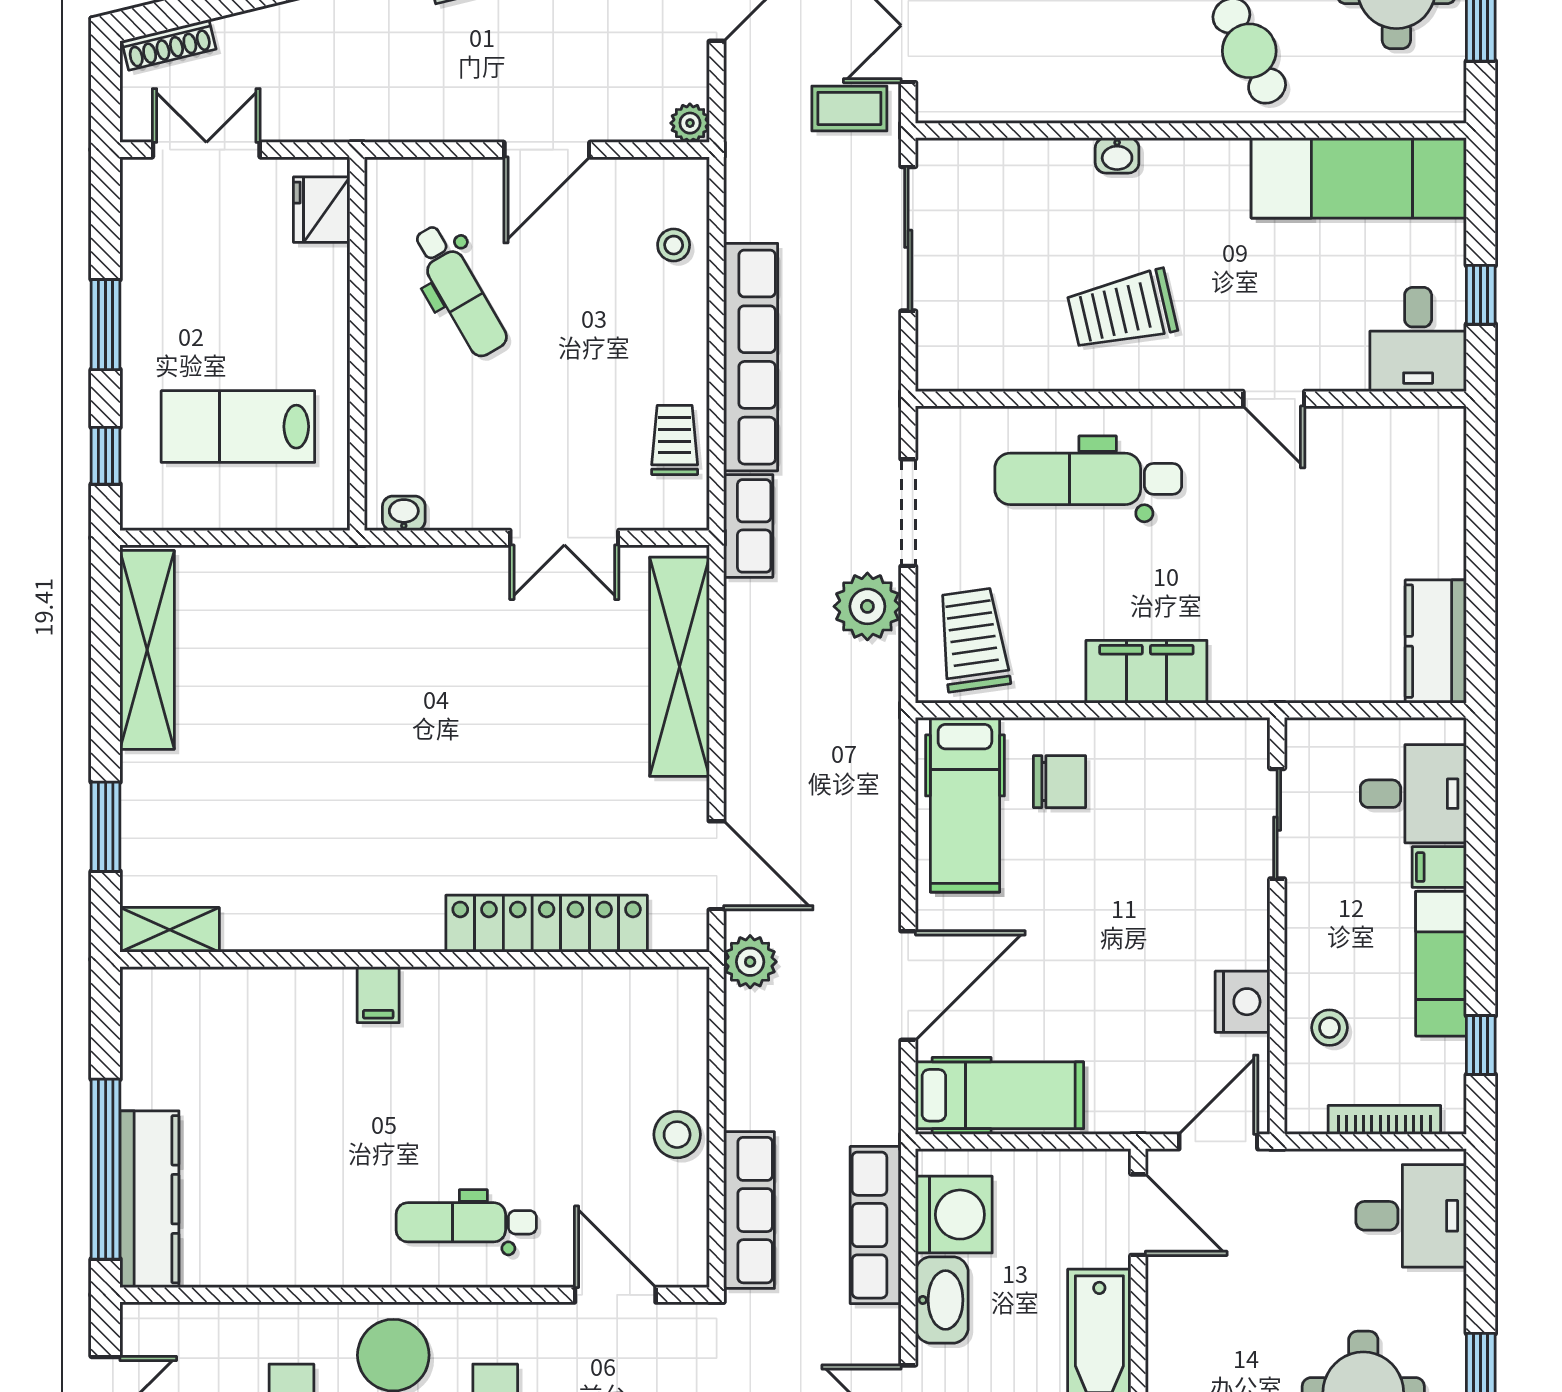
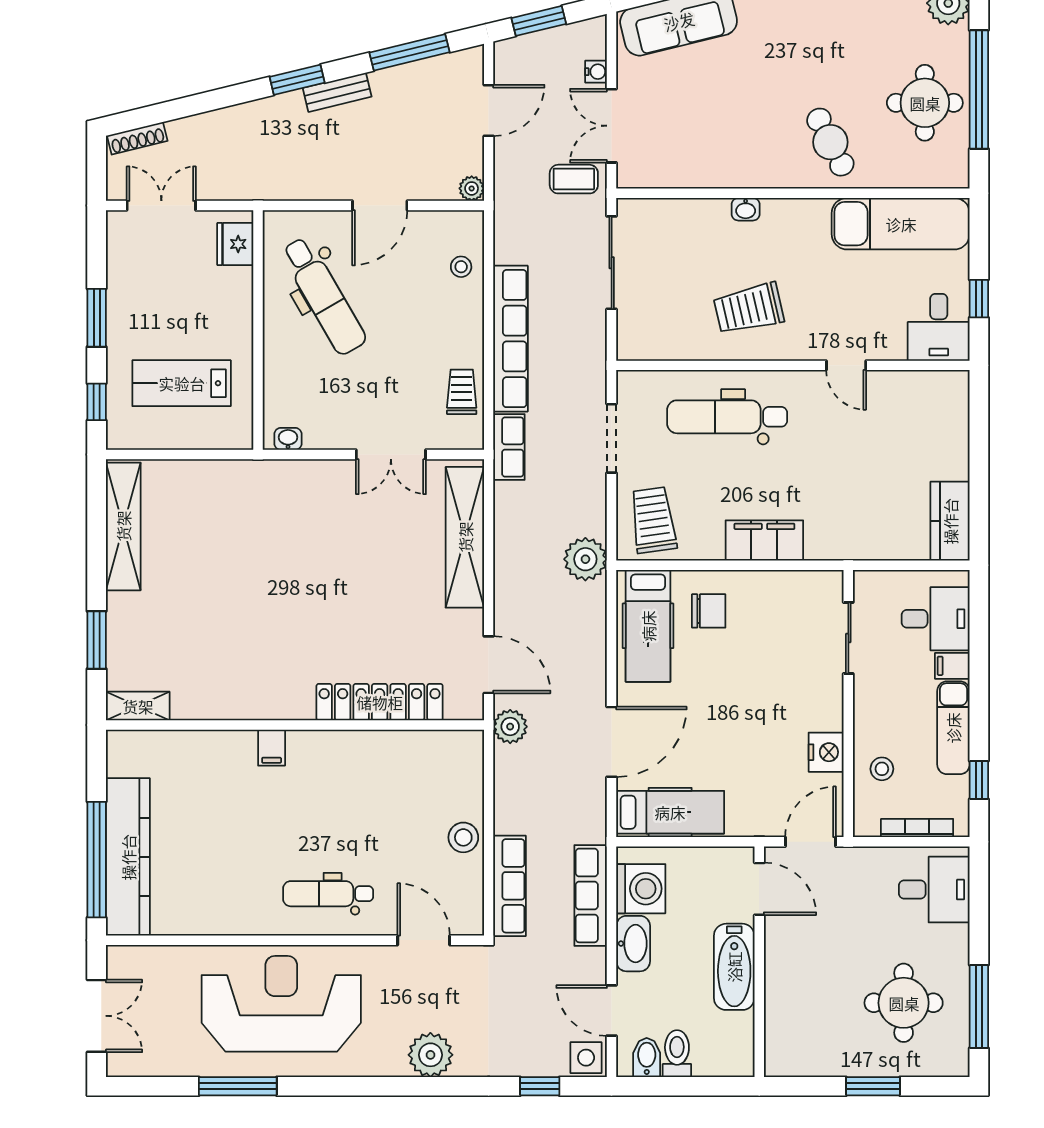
dental chair: (459, 291) -> (324, 296), width x1.36, depth x1.38
plant: (867, 606) -> (585, 559), moved
kitchen counter: (149, 1199) -> (128, 857), width x1.39, depth x1.17

